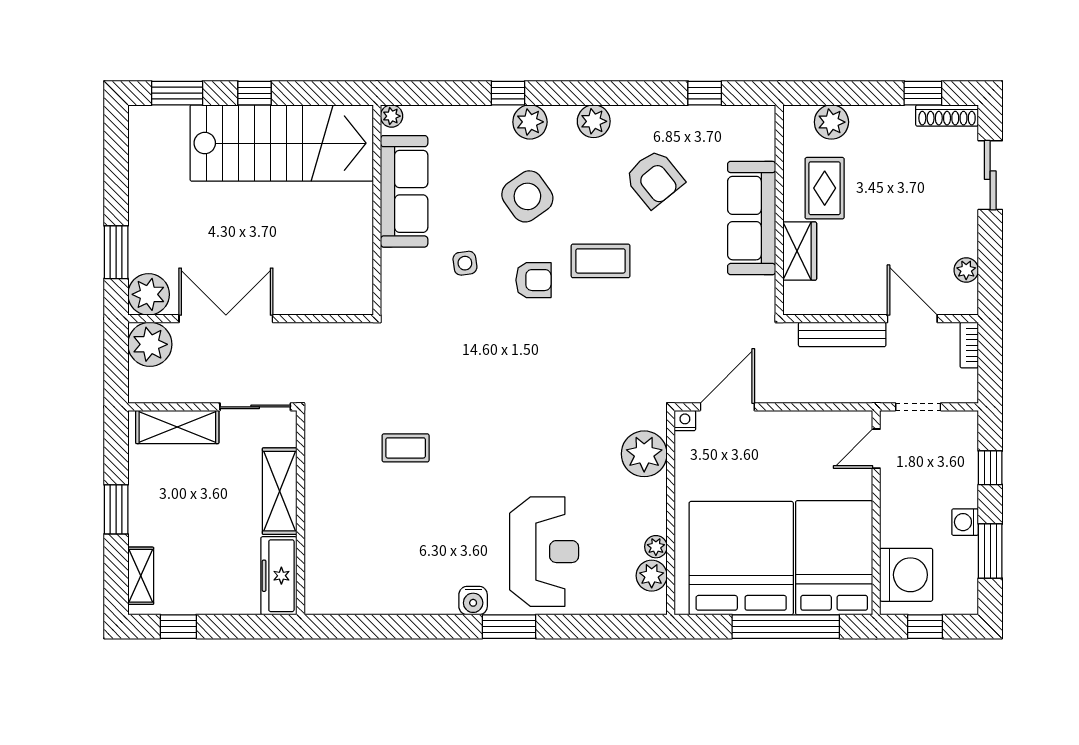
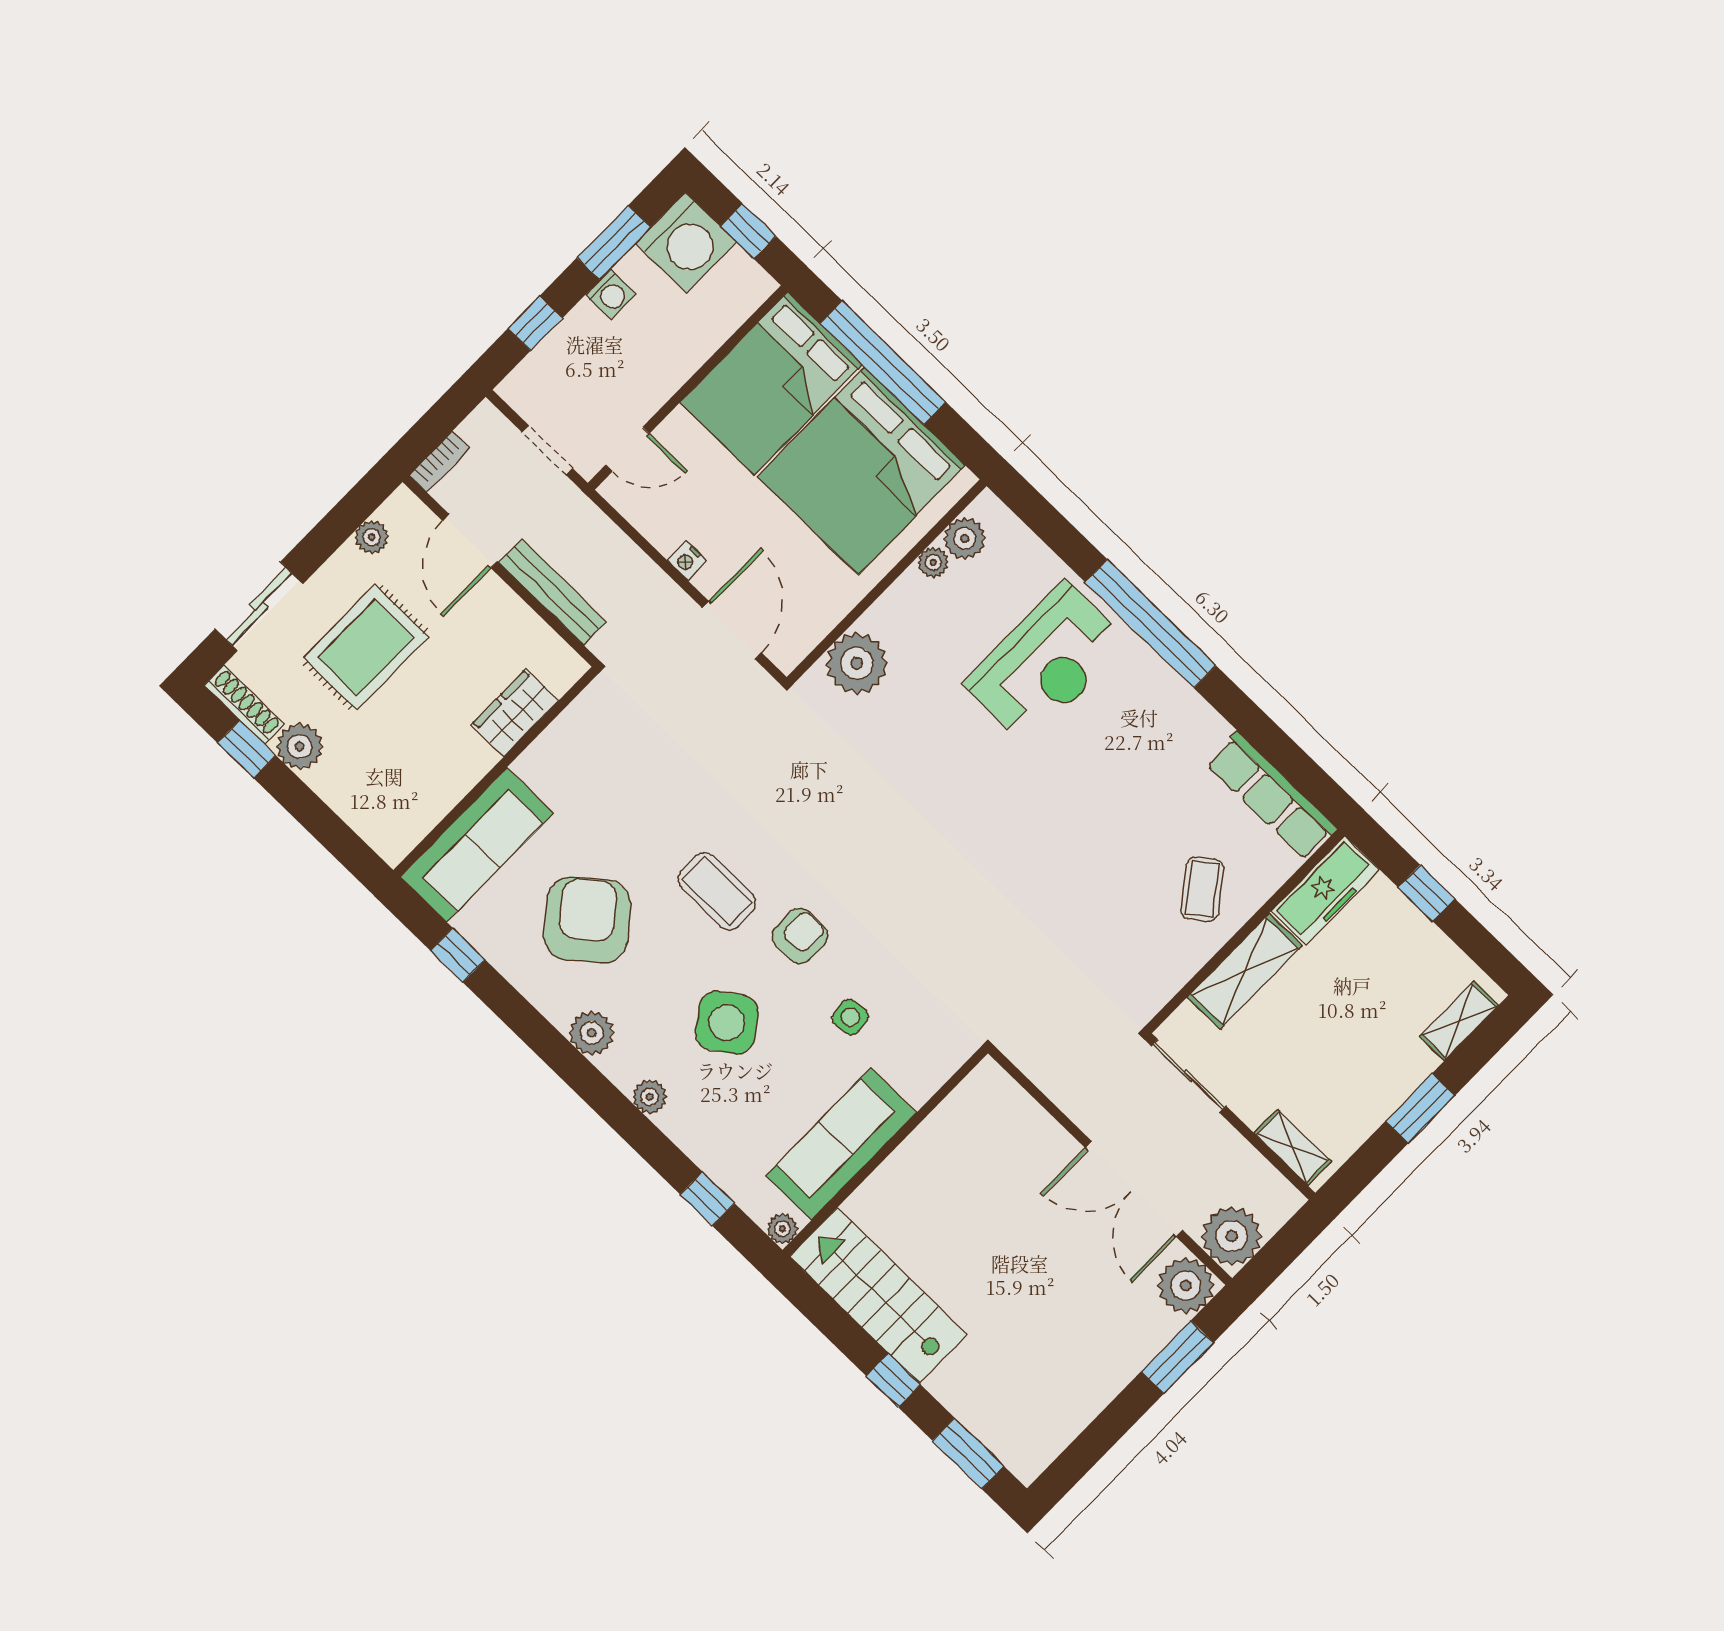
window: (508, 93) -> (707, 1199), moved
plant: (530, 122) -> (650, 1097), width x0.73, depth x0.73
plant: (831, 122) -> (300, 746), moved
stairs: (282, 143) -> (878, 1296), width x0.73, depth x0.66
armchair: (654, 179) -> (587, 920), width x1.36, depth x1.36
rug: (825, 188) -> (366, 647), moved, width x1.36, depth x1.43
sofa: (752, 218) -> (477, 845), moved
armchair: (533, 280) -> (800, 936), turned 90
door: (727, 407) -> (732, 630), swing flipped
nightstand: (685, 421) -> (687, 560), moved
shelving: (177, 427) -> (1293, 1147), width x0.67, depth x0.75
coffee table: (406, 448) -> (1202, 889), moved, turned 53
reception desk: (544, 552) -> (1046, 663), turned 180
washing machine: (906, 575) -> (686, 243), moved, turned 180
row of seats: (356, 598) -> (1271, 796), added
water cooler: (473, 601) -> (1161, 683), removed
window: (178, 627) -> (1426, 893), moved
window: (509, 627) -> (1151, 624), width x2.11

